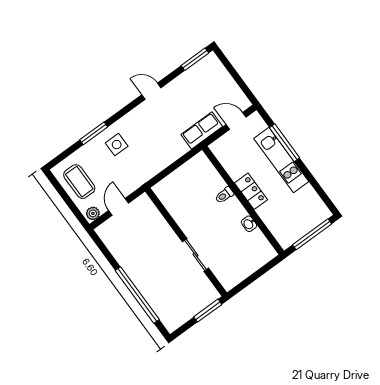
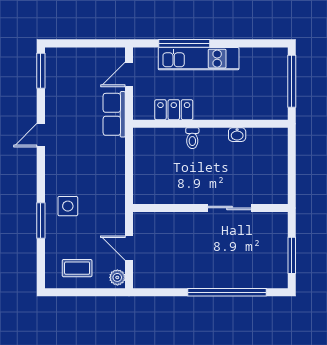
coffee table: (79, 182) -> (77, 268), width x0.73, depth x0.77
locker: (251, 191) -> (174, 110), moved
window: (208, 311) -> (292, 255), moved

